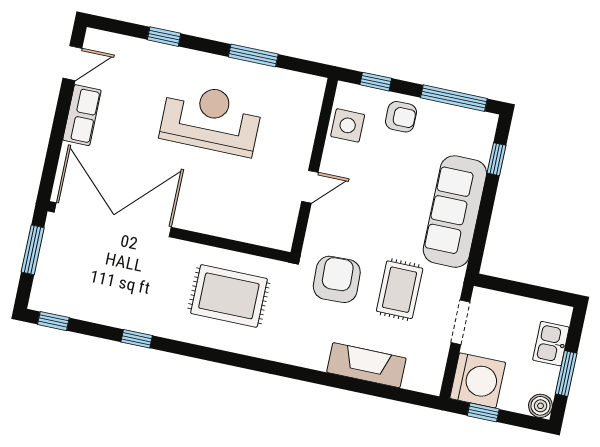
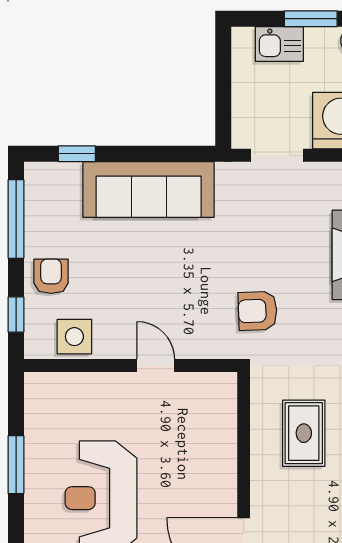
armchair: (337, 279) -> (258, 311), width x0.72, depth x0.72
rug: (400, 290) -> (254, 235), removed
rug: (229, 296) -> (304, 433), width x0.73, depth x0.70

